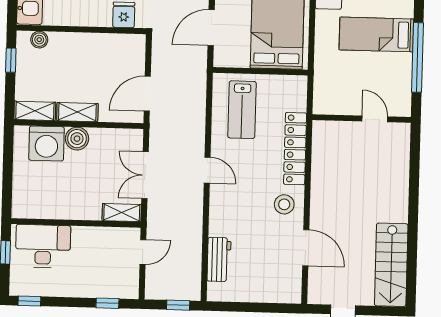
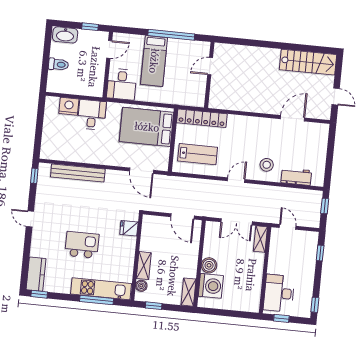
shelving: (77, 112) -> (144, 266), moved
locker: (295, 149) -> (202, 118), moved
stool: (284, 204) -> (267, 165), moved

